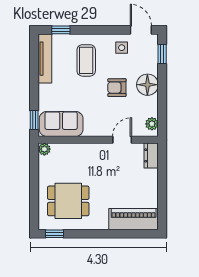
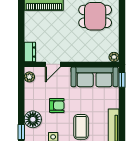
floor lamp: (147, 85) -> (33, 119), moved
sofa: (61, 124) -> (95, 77), width x1.36

